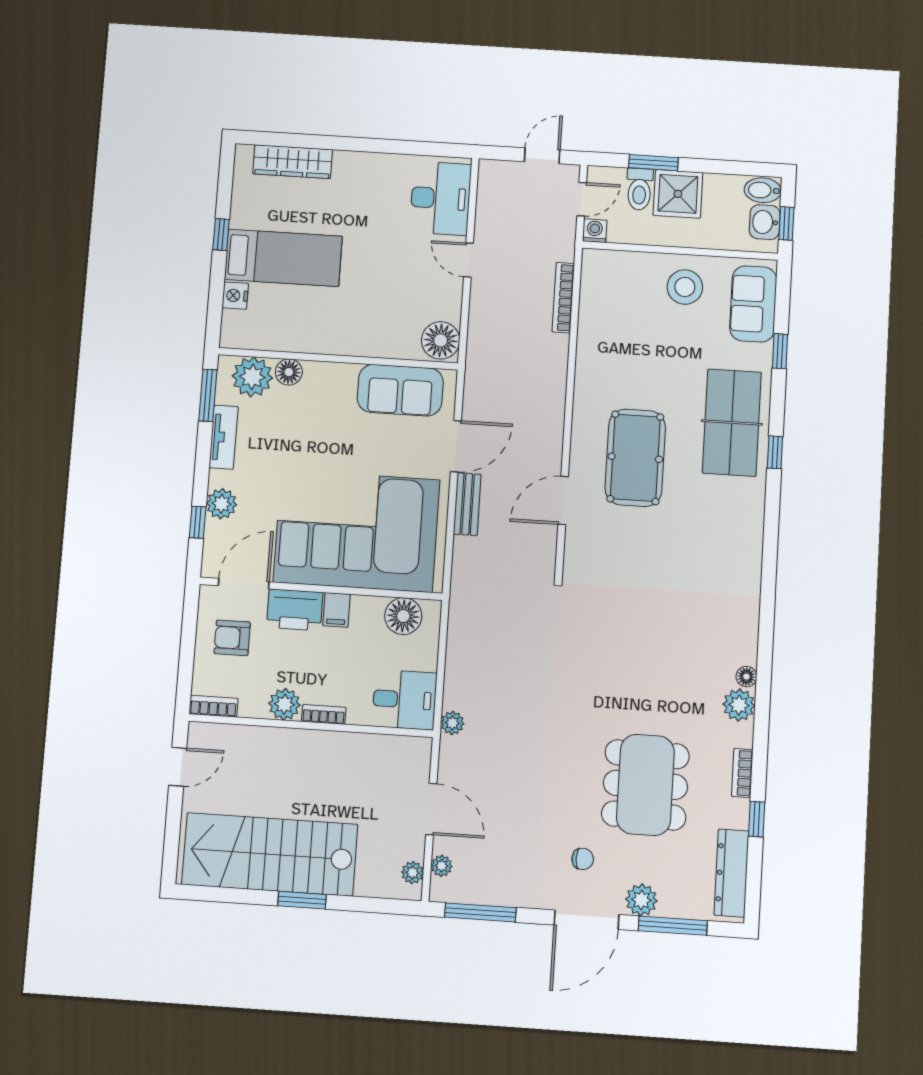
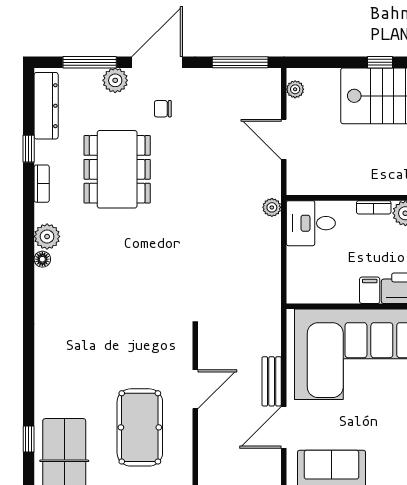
floor lamp: (403, 616) -> (316, 289), removed
plant: (442, 866) -> (273, 96), removed
window: (302, 900) -> (380, 62), width x0.67

